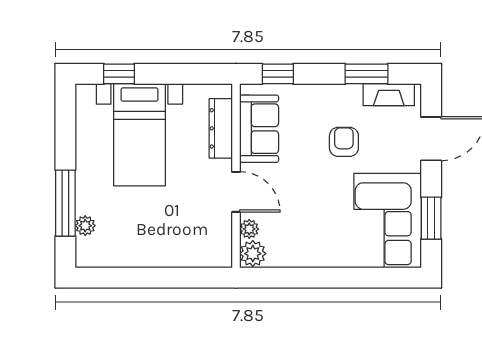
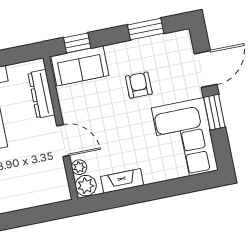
fireplace: (389, 95) -> (122, 181), moved, turned 180
sofa: (259, 129) -> (80, 66), moved, turned 90
window: (431, 218) -> (214, 112), moved

